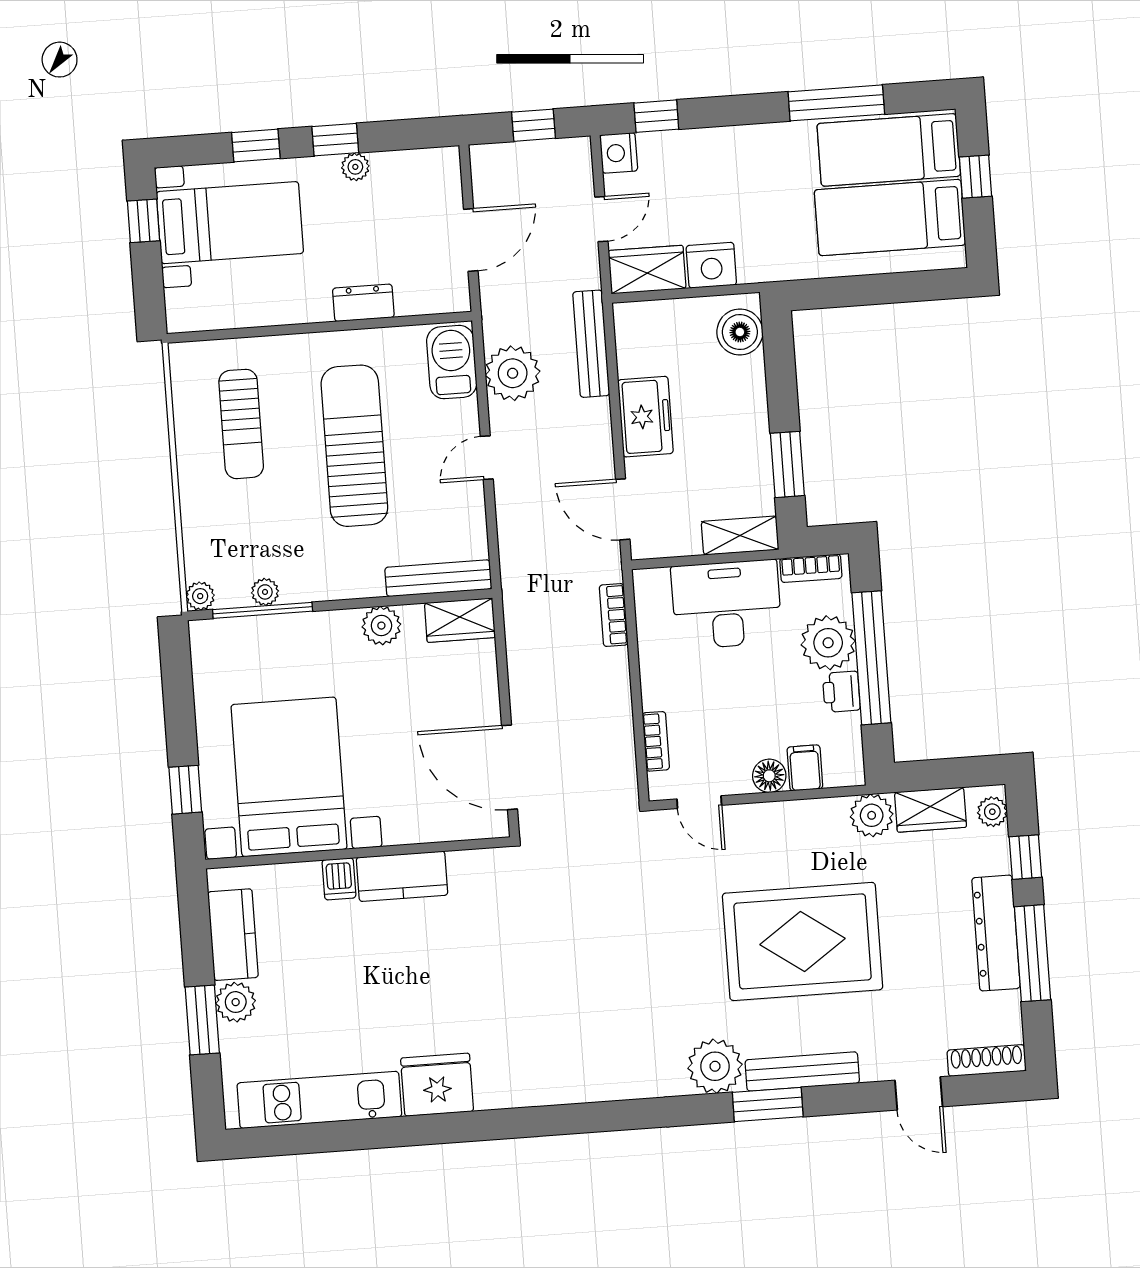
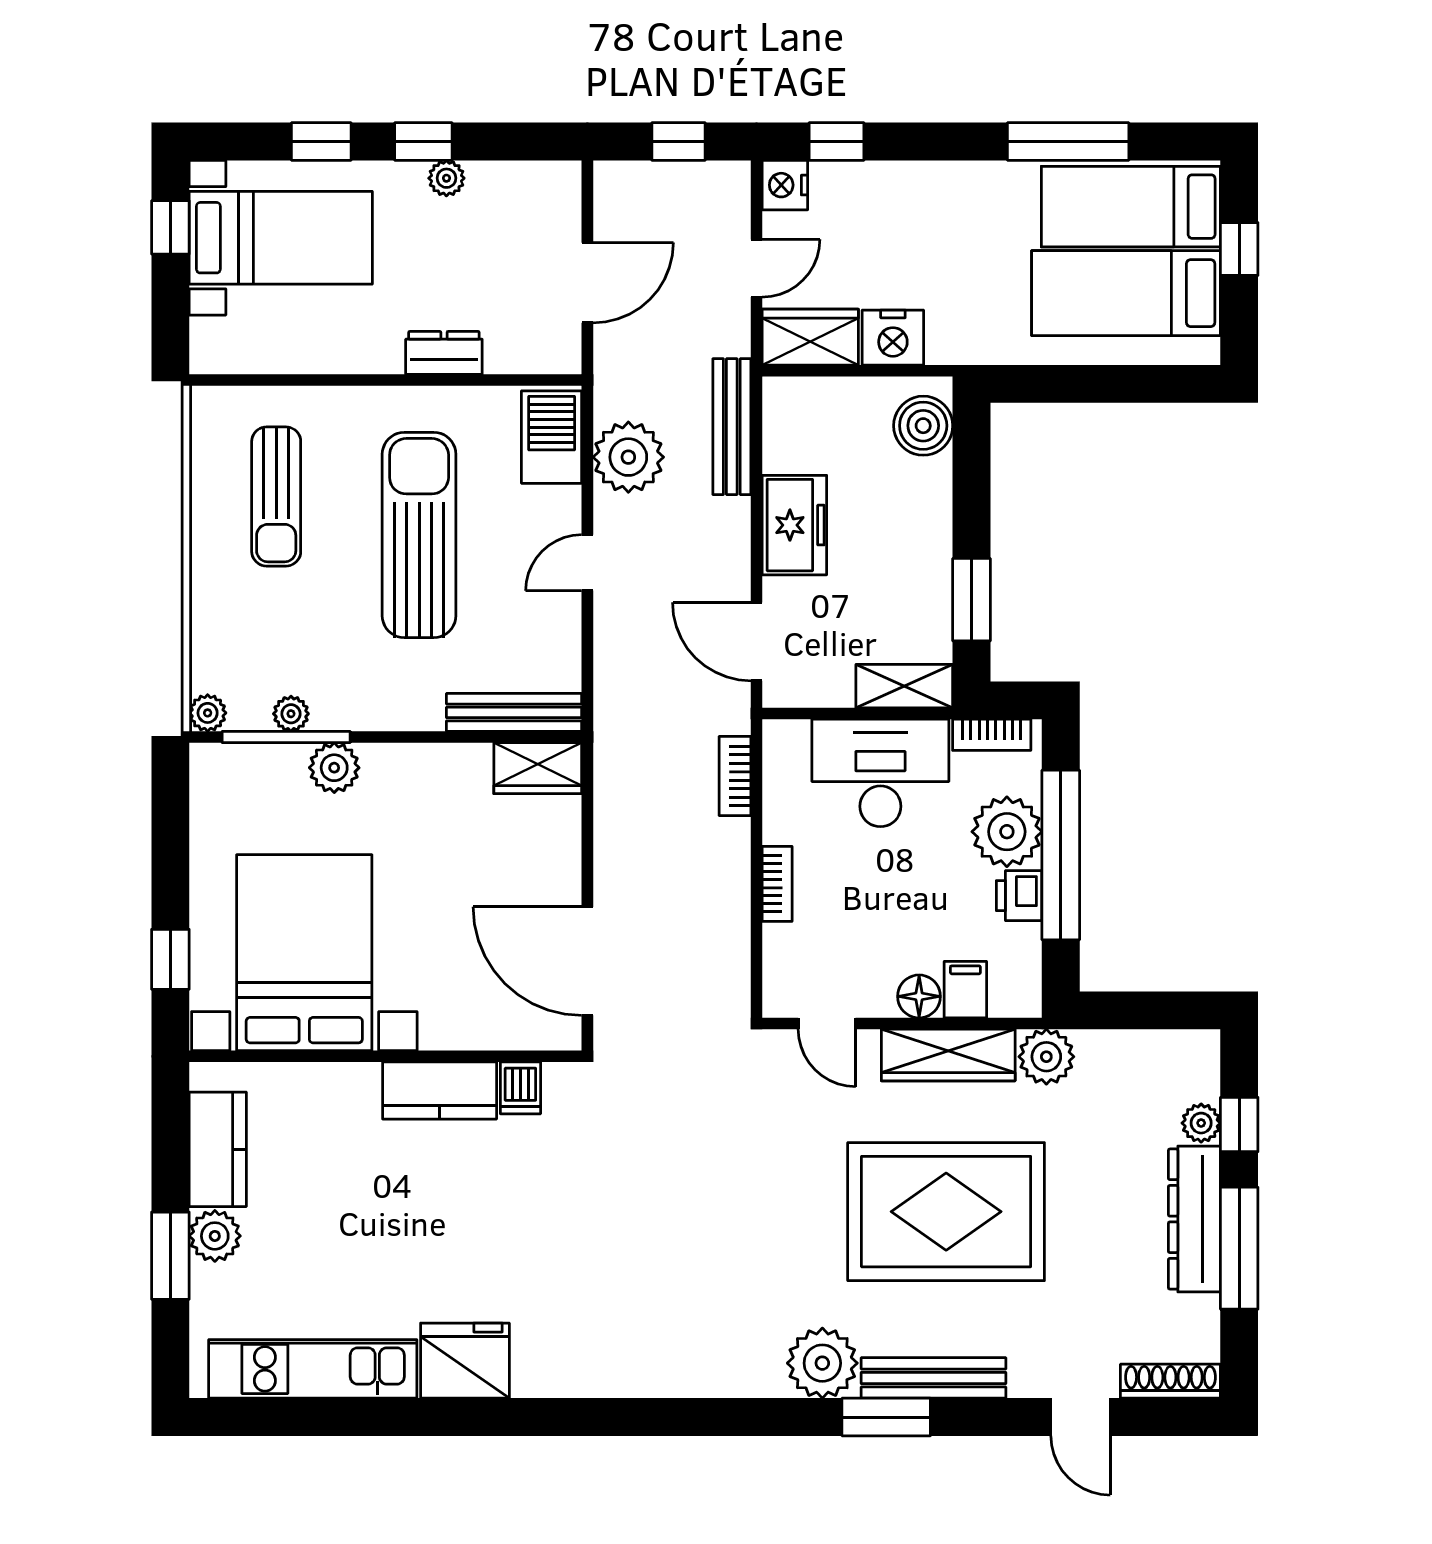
plant: (381, 626) -> (334, 768), moved
bookcase: (656, 741) -> (777, 884), moved
wardrobe: (931, 810) -> (948, 1055), moved, width x1.50
plant: (992, 812) -> (1201, 1123), moved
dishwasher: (339, 879) -> (520, 1088), moved

